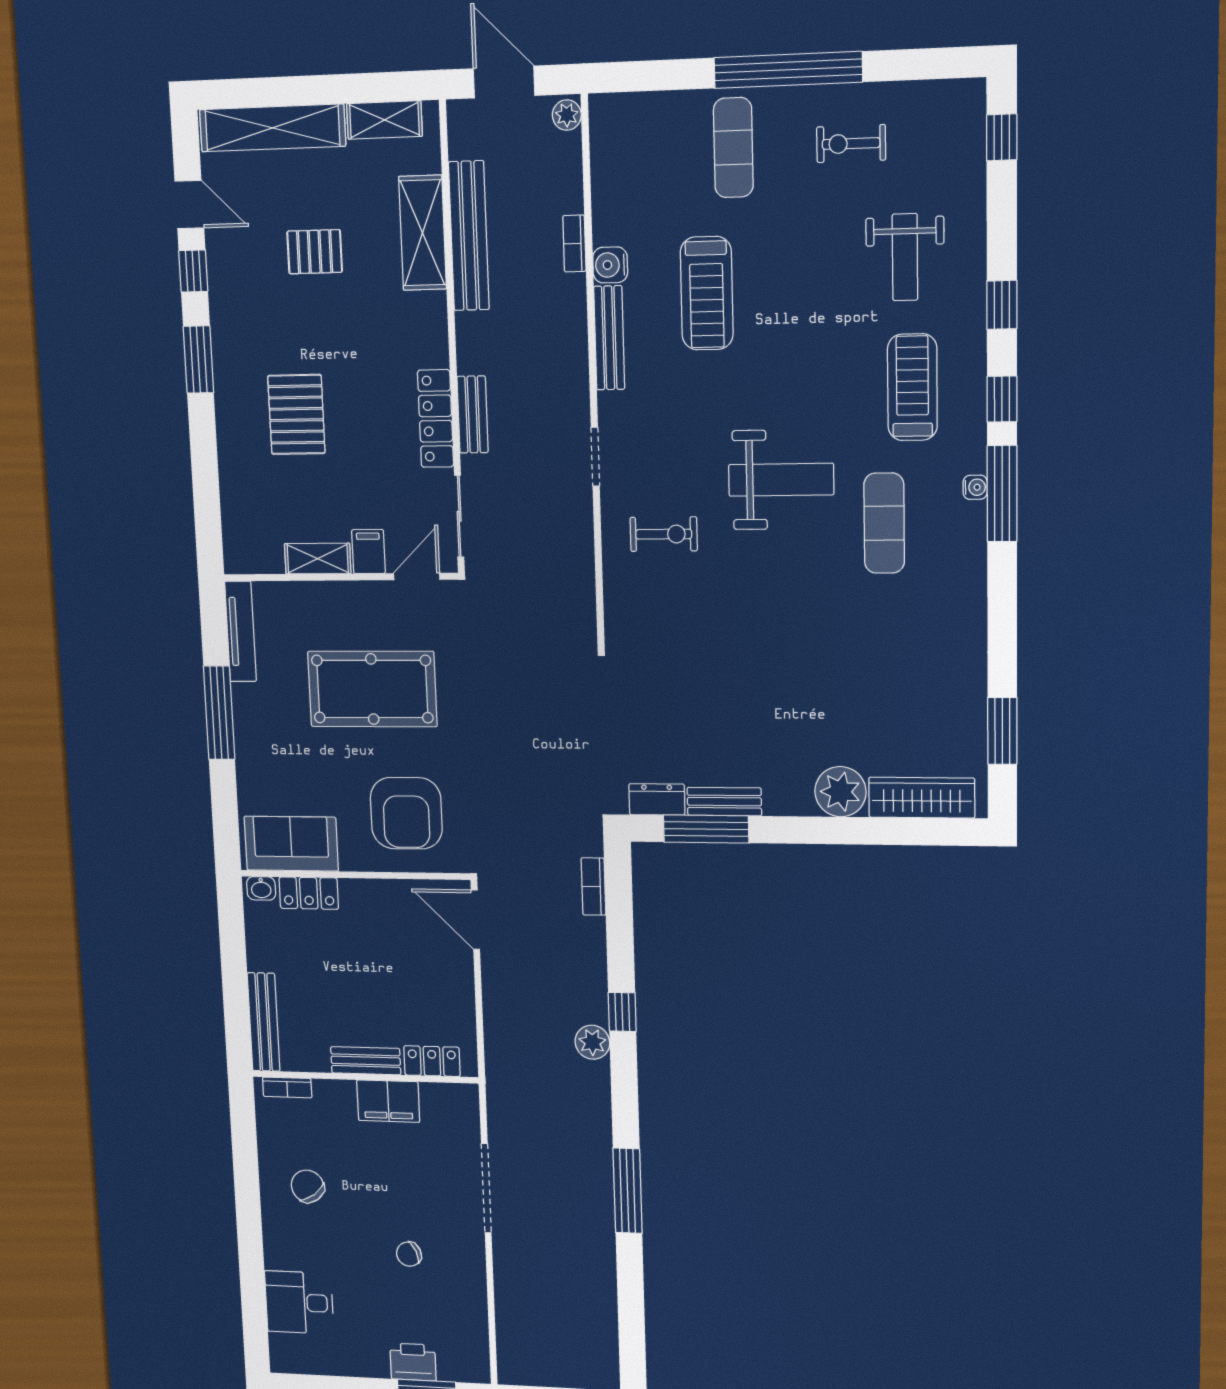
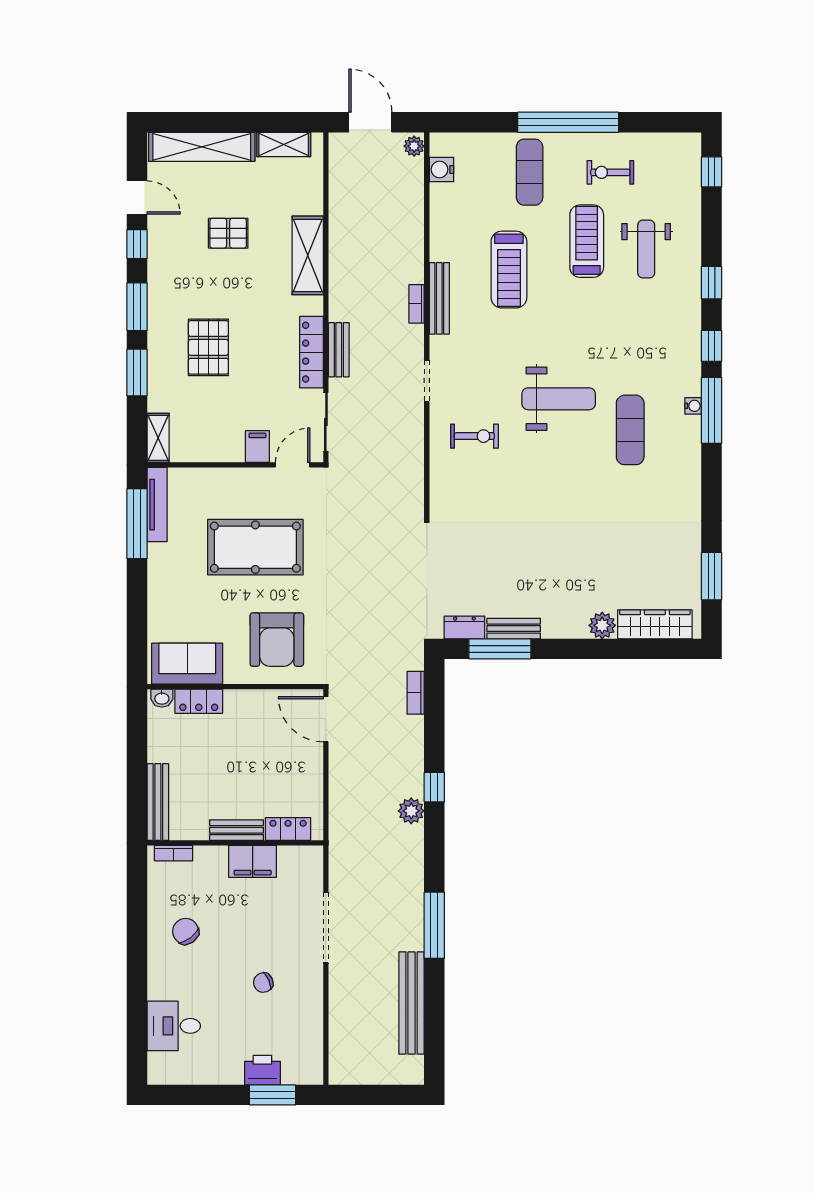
shelving: (423, 233) -> (308, 255), moved
bench: (469, 236) -> (412, 1003), moved
bookcase: (574, 243) -> (417, 304), moved
water cooler: (610, 265) -> (441, 169), moved
treadmill: (912, 387) -> (587, 241), moved
window: (204, 451) -> (137, 372), added
shelving: (318, 559) -> (158, 438), moved, turned 90
window: (219, 713) -> (137, 524), moved
plant: (840, 792) -> (602, 625), width x0.73, depth x0.73

